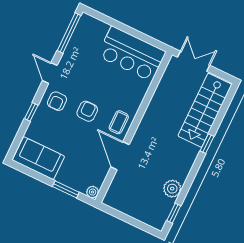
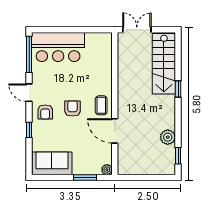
bar counter: (132, 54) -> (58, 47), moved

